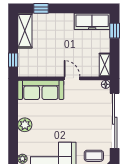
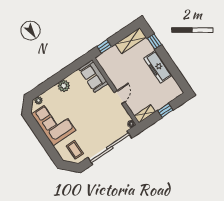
freezer: (92, 21) -> (158, 67), moved
window: (115, 31) -> (165, 110), moved
sofa: (41, 90) -> (93, 76), width x0.73

